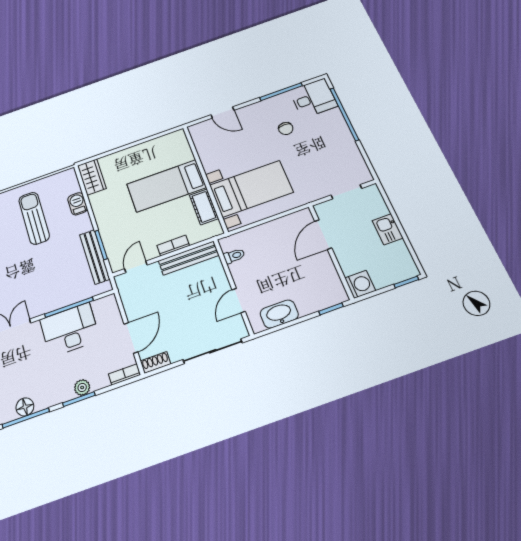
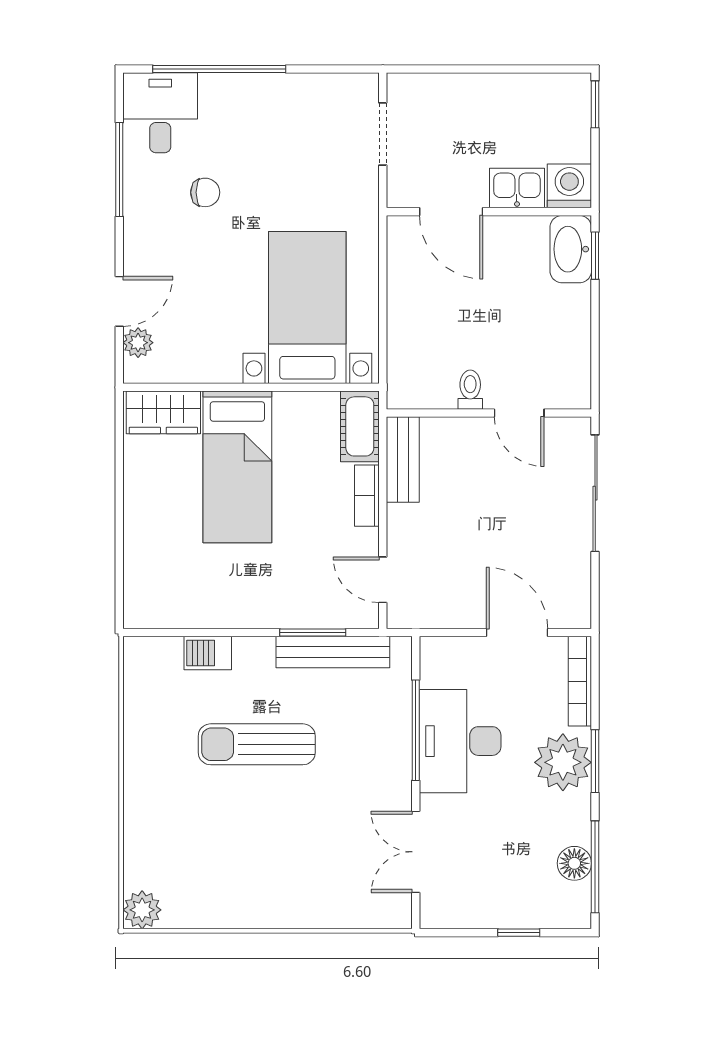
plant: (207, 126) -> (138, 343), added
wardrobe: (92, 177) -> (163, 412), moved, turned 180
cot: (204, 207) -> (360, 426), moved, turned 90
sun lounger: (34, 218) -> (257, 744), moved
kitchen sink: (388, 229) -> (517, 188), moved, turned 180
toilet: (234, 256) -> (470, 390), moved
bench: (189, 258) -> (403, 459), width x0.73
washbasin: (279, 314) -> (571, 249), moved
shoe rack: (156, 362) -> (578, 602), removed
bookcase: (125, 374) -> (580, 681), width x1.56
plant: (82, 387) -> (563, 762), width x1.87, depth x1.87

